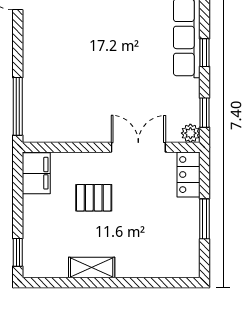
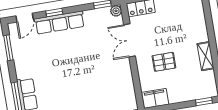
window: (205, 53) -> (54, 13), moved
pallet: (94, 198) -> (164, 62), turned 90

